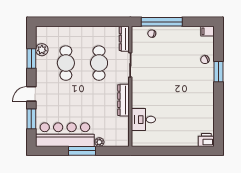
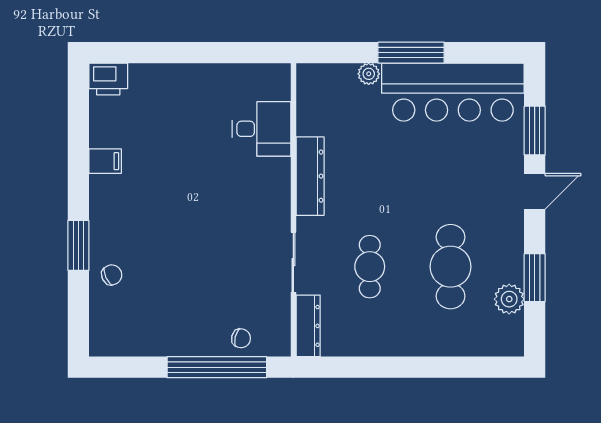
filing cabinet: (208, 31) -> (105, 161), moved
cafe table: (99, 63) -> (370, 267), width x0.73, depth x0.74

